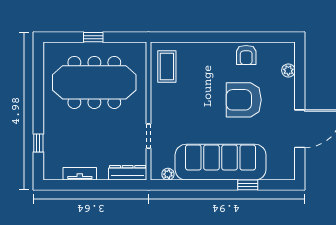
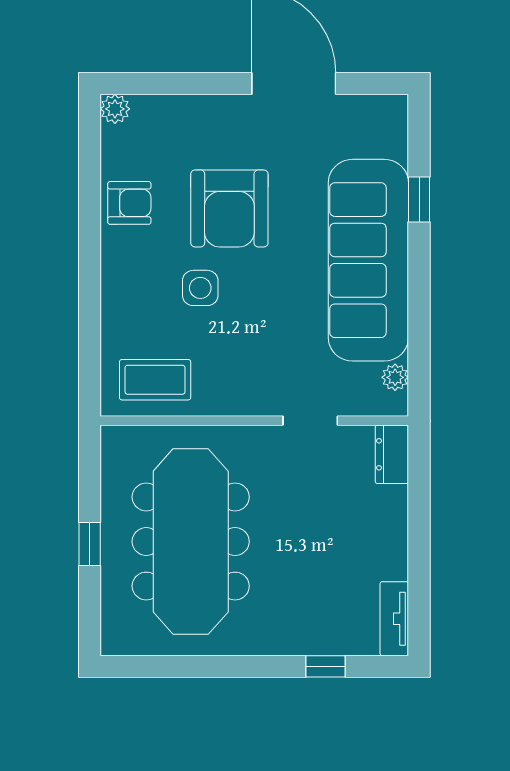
plant: (288, 70) -> (115, 109), moved
side table: (208, 87) -> (200, 288), added
dresser: (128, 173) -> (392, 454), width x0.70
tv unit: (80, 174) -> (394, 619), moved

